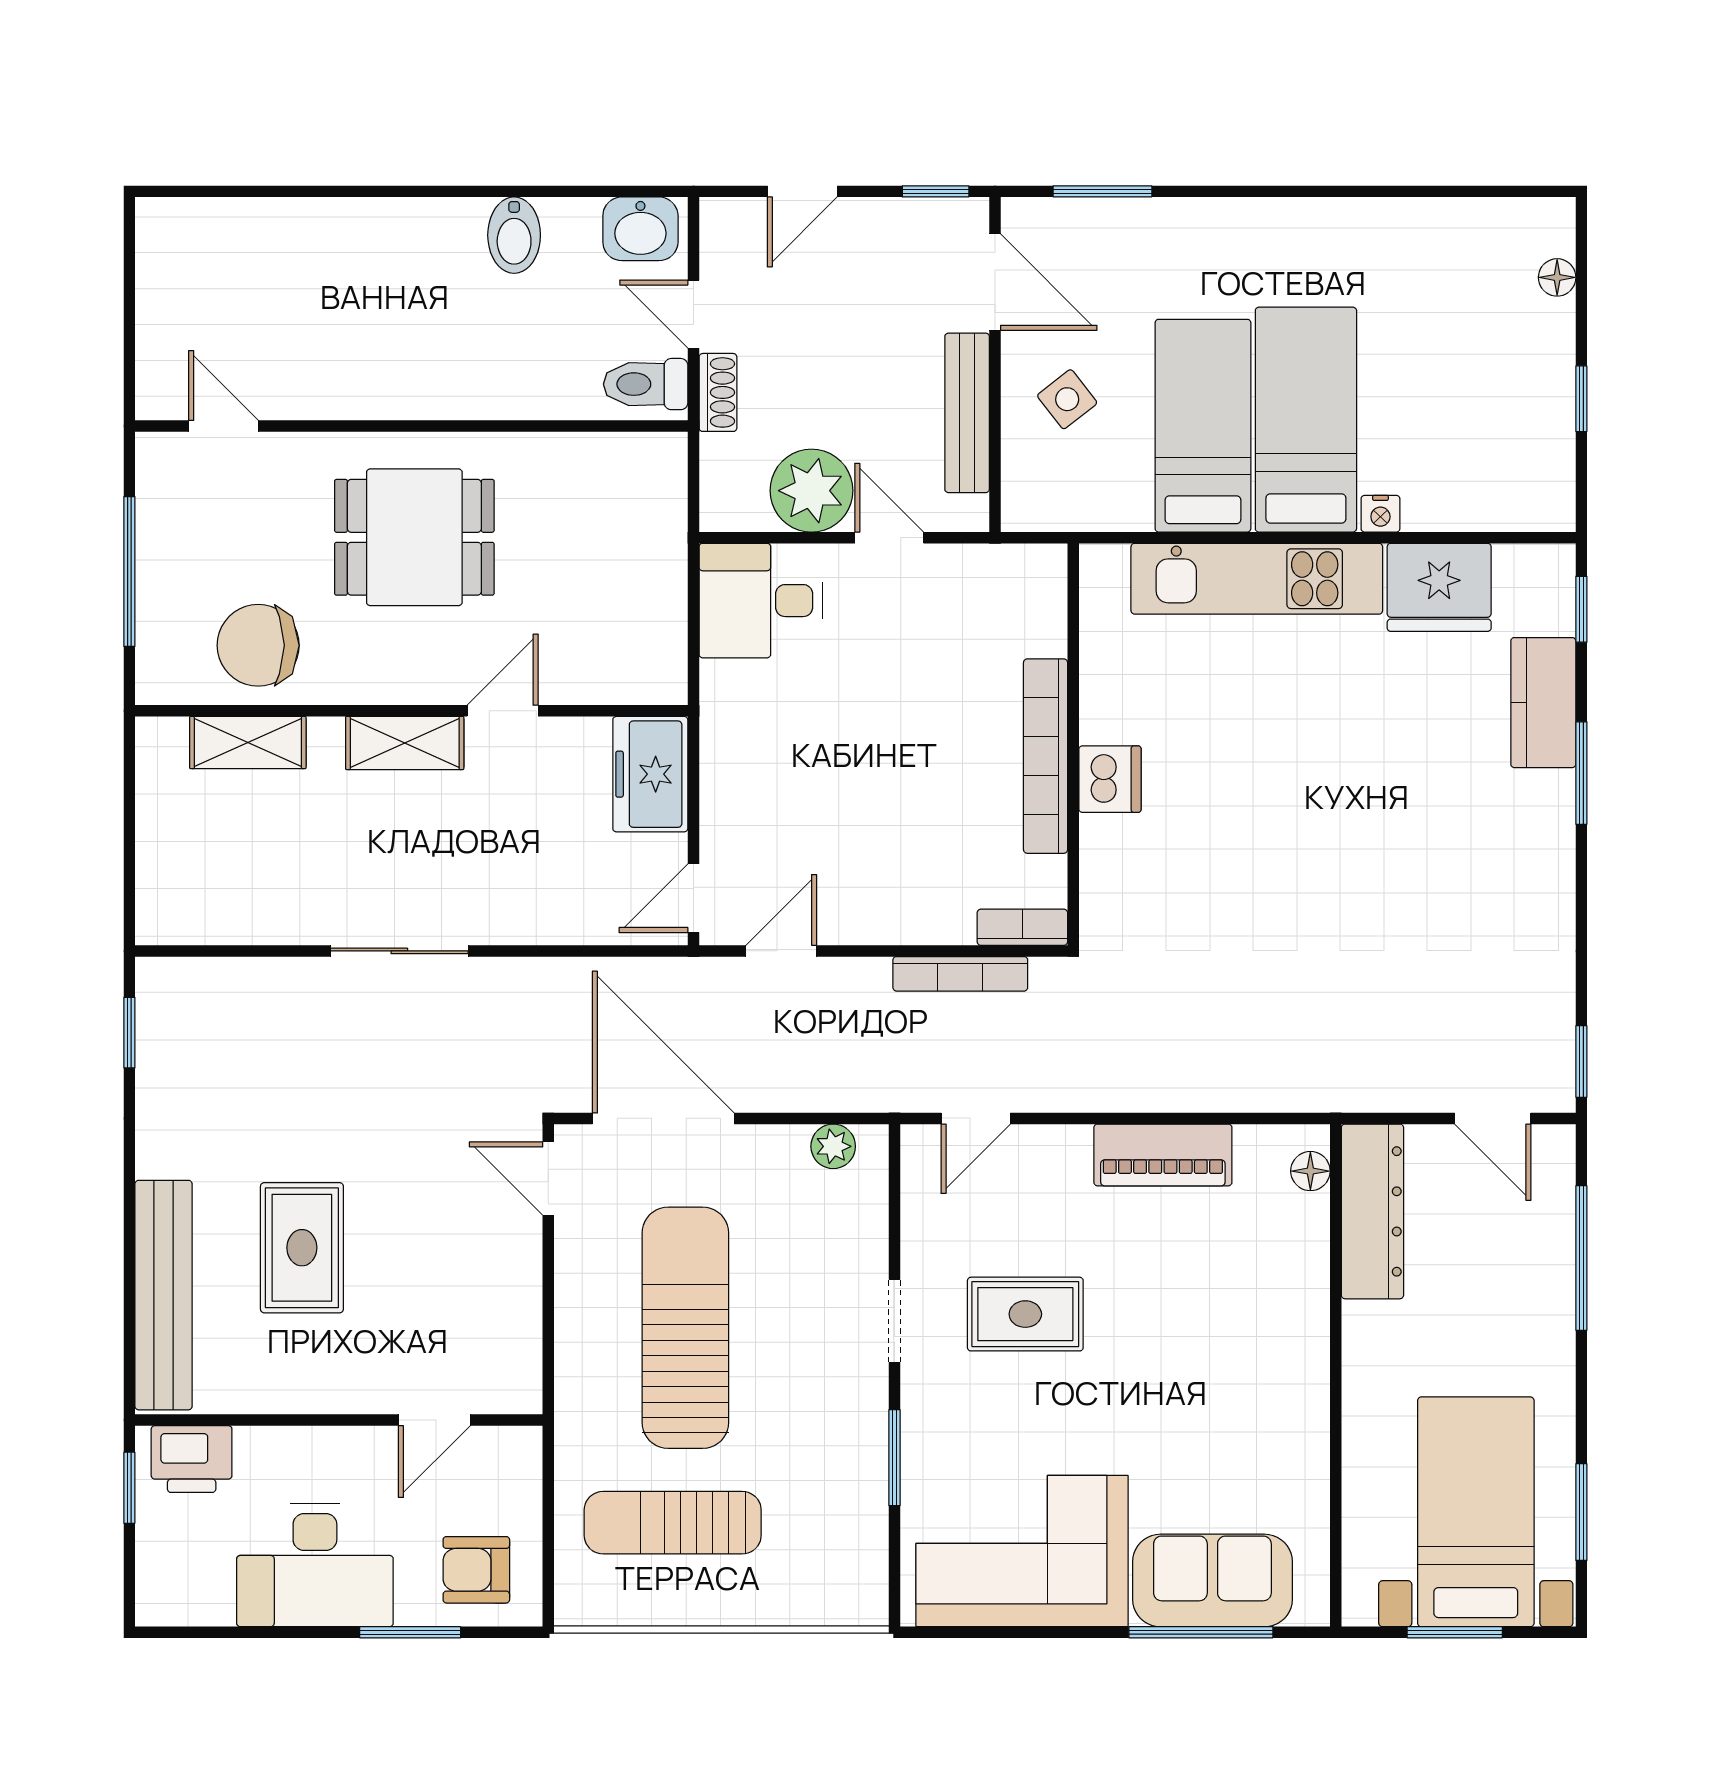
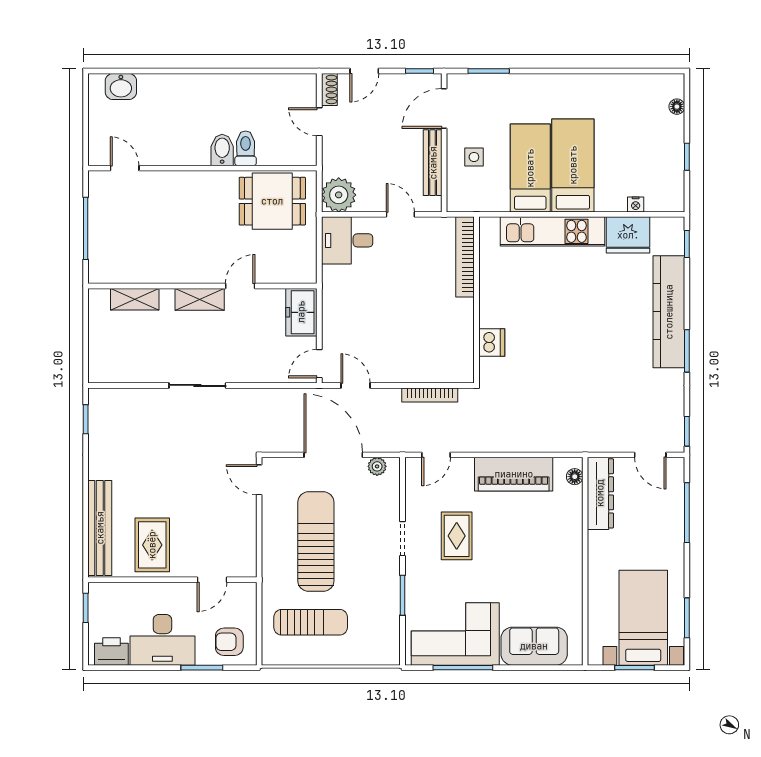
washbasin: (640, 229) -> (121, 86), moved
bidet: (514, 235) -> (222, 150), moved, turned 180
door: (995, 282) -> (444, 109), swing flipped
toilet: (646, 384) -> (246, 148), moved, turned 90
shoe rack: (718, 392) -> (329, 89), moved
side table: (1067, 399) -> (474, 157), turned 38
plant: (811, 491) -> (339, 195), moved
nightstand: (1380, 514) -> (636, 204), moved
dining table: (414, 537) -> (272, 201), moved
chair: (258, 645) -> (139, 259), removed
kitchen counter: (1543, 703) -> (669, 312), width x2.08, depth x1.17
bookcase: (1046, 756) -> (465, 257), moved
window: (1581, 773) -> (687, 351), moved
dishwasher: (1110, 779) -> (492, 343), moved
bookcase: (1022, 927) -> (455, 376), removed
door: (781, 951) -> (356, 385), hinge flipped
door: (663, 1118) -> (333, 455), moved
piano: (1163, 1155) -> (514, 474), width x1.37, depth x1.33
rug: (302, 1248) -> (152, 545), moved
rug: (1025, 1314) -> (457, 536), turned 90
printer: (192, 1459) -> (111, 651), moved, turned 180
sun lounger: (673, 1523) -> (311, 622), turned 180
window: (1201, 1632) -> (463, 668), moved

